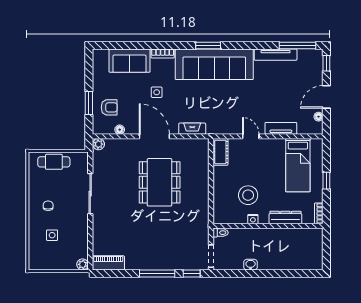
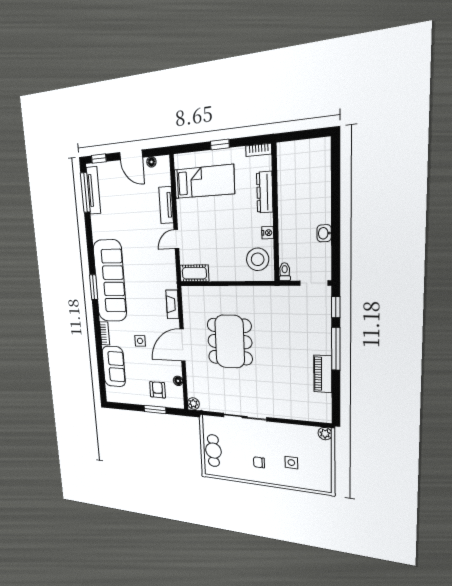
tv unit: (276, 55) -> (93, 190), moved
dining table: (160, 182) -> (230, 342), turned 90
stool: (248, 195) -> (258, 259), moved
piano: (108, 263) -> (323, 374), moved

